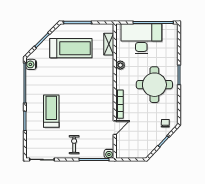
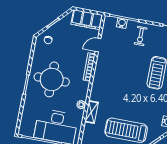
shelving: (109, 44) -> (91, 112), moved
filing cabinet: (131, 151) -> (87, 20), added
water cooler: (109, 154) -> (122, 23), moved

